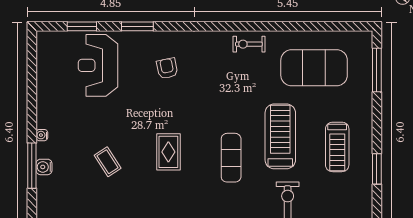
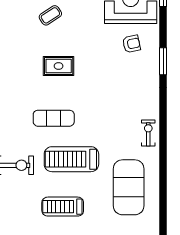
window: (137, 26) -> (163, 61), moved
armchair: (167, 68) -> (131, 44), moved
treadmill: (280, 136) -> (71, 159), turned 180

